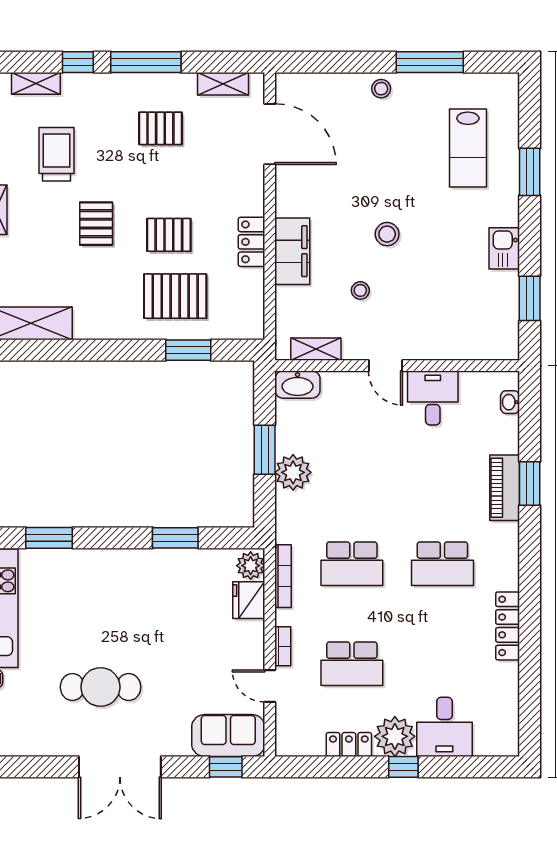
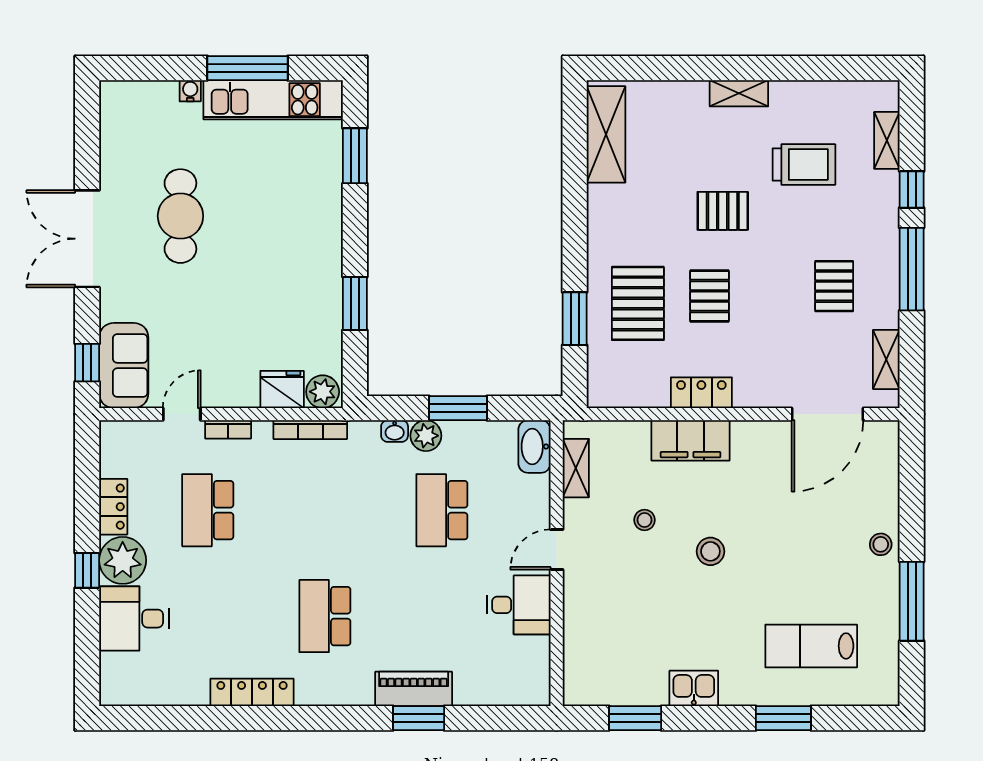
washbasin: (510, 402) -> (395, 431), moved, turned 180
plant: (293, 472) -> (426, 436), width x0.73, depth x0.73
school desk: (352, 564) -> (442, 510), moved

